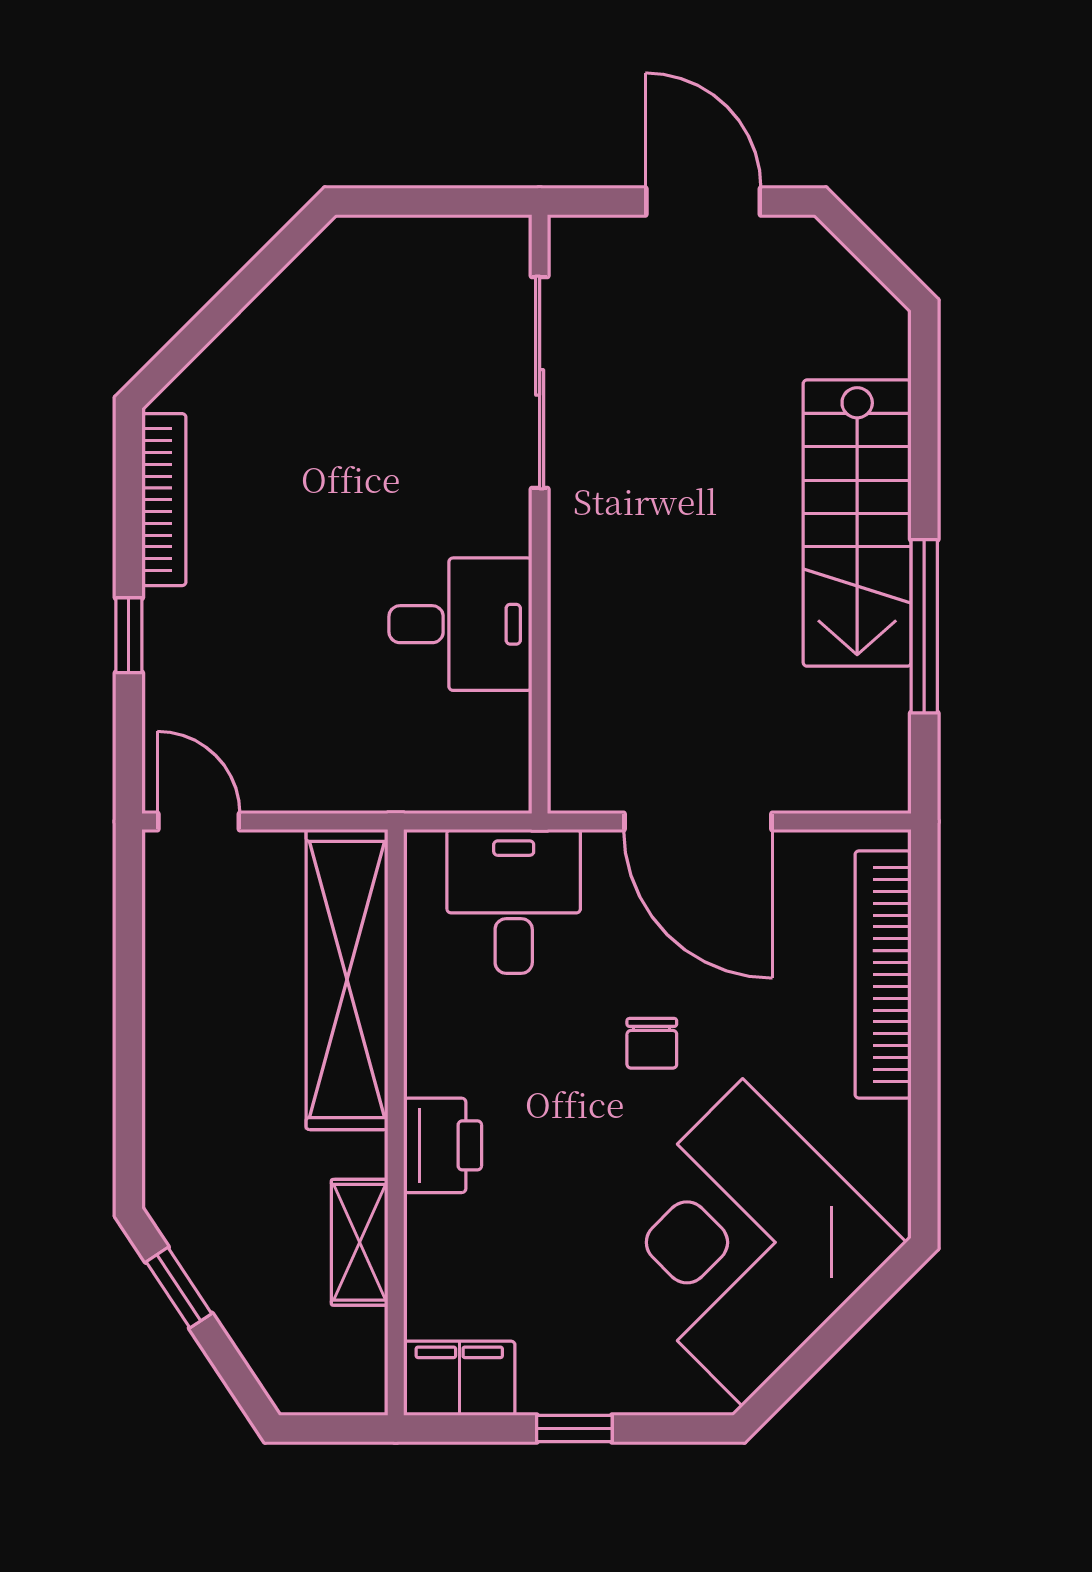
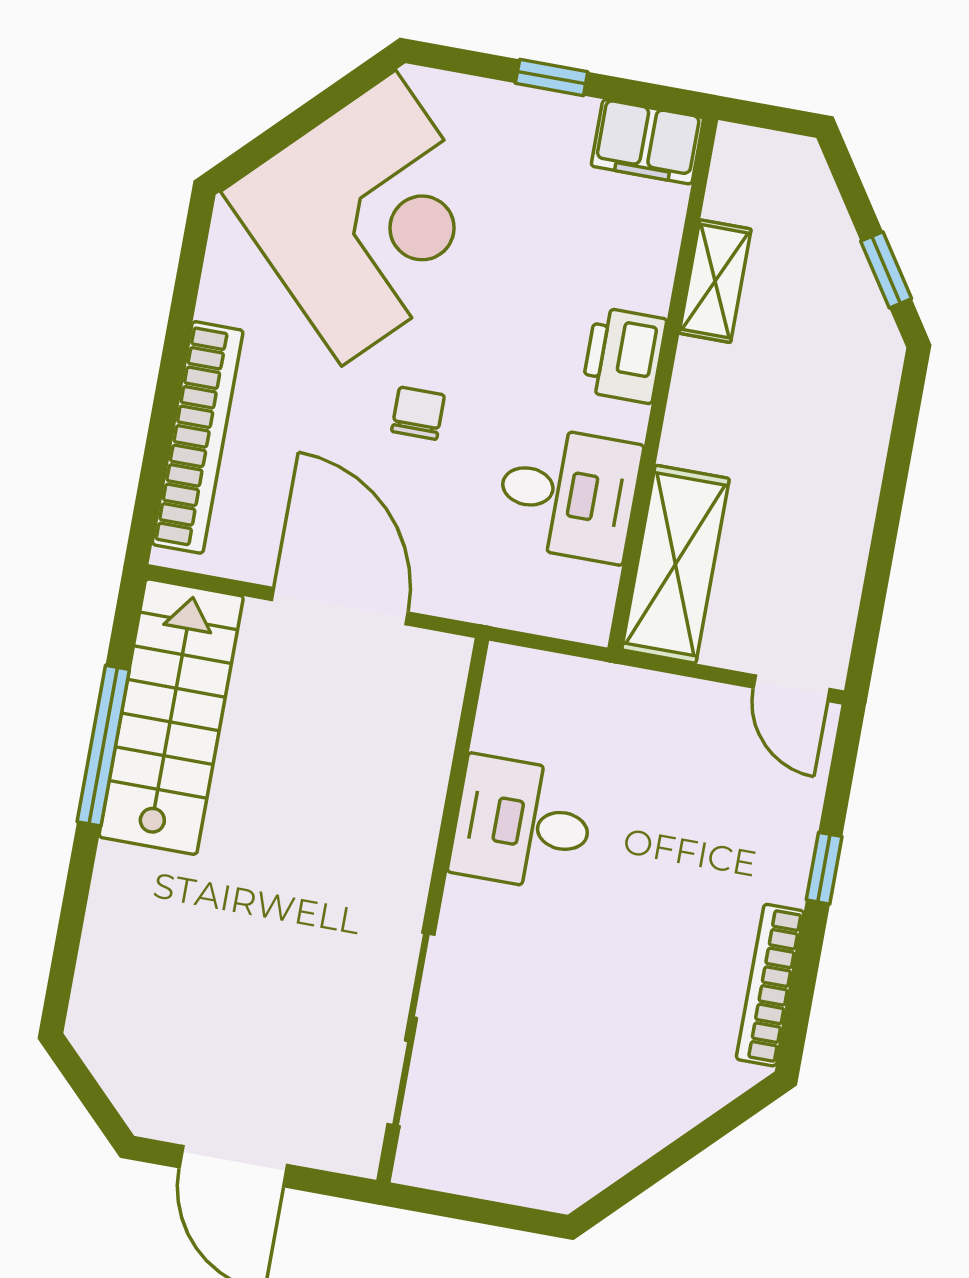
stairs: (857, 523) -> (171, 717), moved
desk: (514, 901) -> (568, 494), moved, turned -90
shelving: (347, 979) -> (676, 564), width x0.68

